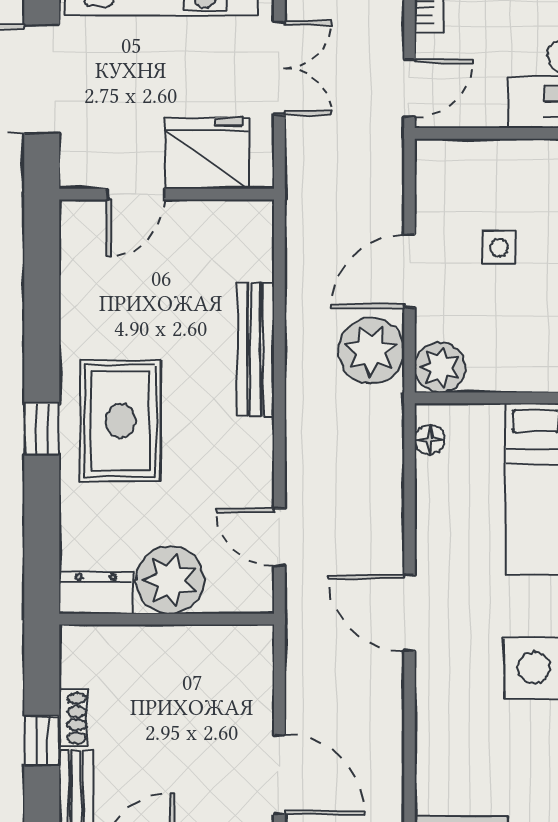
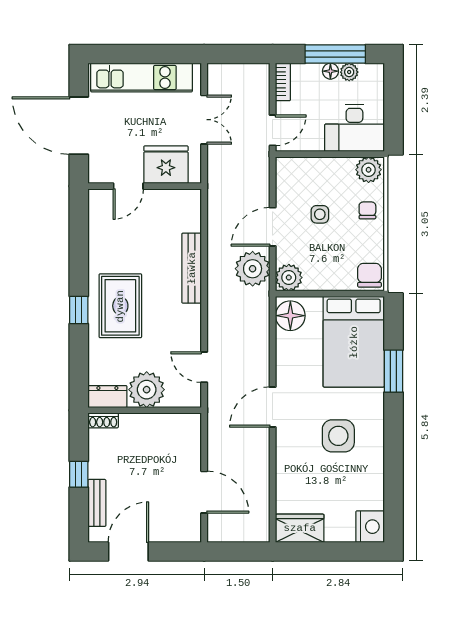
floor lamp: (430, 440) -> (290, 316), width x1.89, depth x1.89
door: (409, 613) -> (273, 407), hinge flipped
shoe rack: (73, 718) -> (103, 420), moved, turned 90

